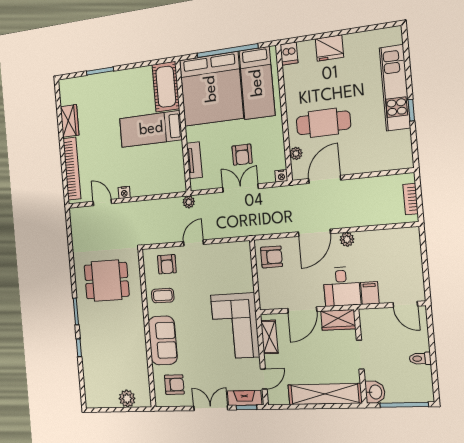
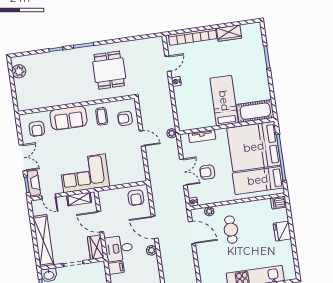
cafe table: (323, 123) -> (231, 230), width x0.73, depth x0.74
plant: (127, 399) -> (19, 71), moved

